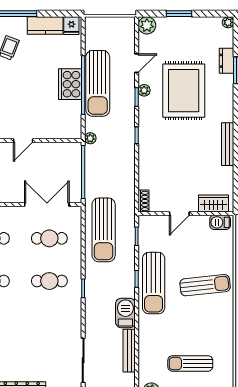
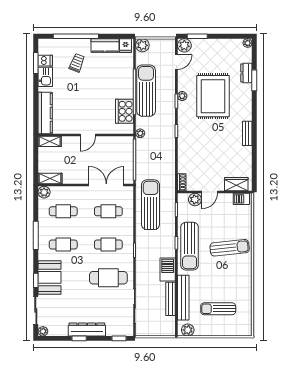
window: (179, 14) -> (197, 36), moved
plant: (93, 25) -> (142, 45), added
door: (137, 63) -> (176, 62), moved
sun lounger: (98, 83) -> (146, 91), turned 180
cooker: (70, 84) -> (125, 111), moved
bench: (228, 144) -> (247, 133), width x0.73
plant: (161, 223) -> (195, 200), added
sun lounger: (104, 230) -> (151, 205), turned 180
cafe table: (49, 324) -> (108, 278), added
bench: (145, 349) -> (183, 298), added

